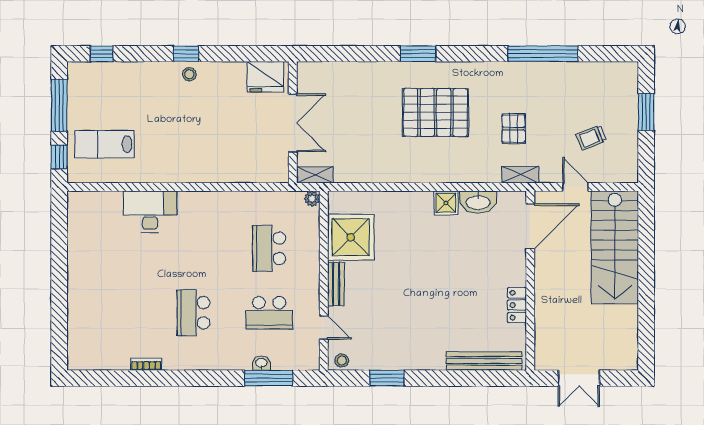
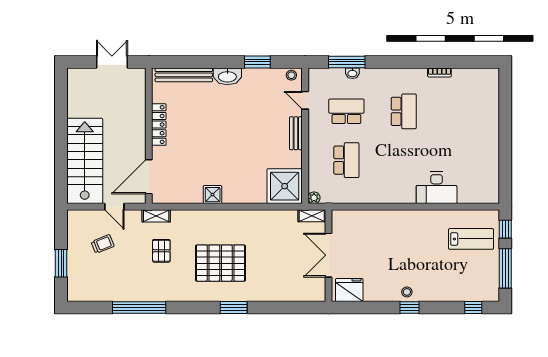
washbasin: (478, 202) -> (227, 76), moved, turned 180
shower: (351, 237) -> (285, 186), moved
locker: (517, 305) -> (159, 125), width x1.53

